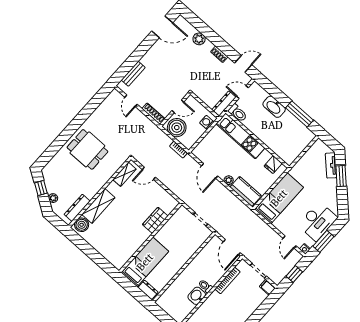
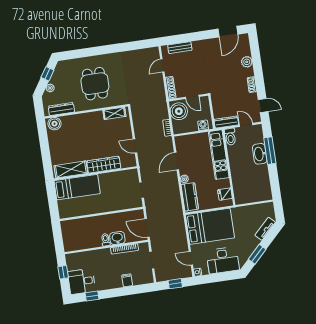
door: (162, 27) -> (228, 32), hinge flipped
window: (300, 114) -> (270, 151), moved
dining table: (87, 149) -> (95, 84), moved
door: (149, 173) -> (135, 146), moved
window: (341, 176) -> (257, 254), moved
bed: (279, 198) -> (210, 226), width x1.50
shelving: (98, 206) -> (71, 169), moved
wardrobe: (155, 220) -> (104, 165), width x1.50
window: (323, 241) -> (215, 278), removed
door: (289, 242) -> (191, 258), hinge flipped
door: (232, 247) -> (147, 228), hinge flipped
filing cabinet: (267, 287) -> (127, 280), moved
dresser: (148, 290) -> (63, 209), removed
washbasin: (197, 296) -> (117, 238), moved

